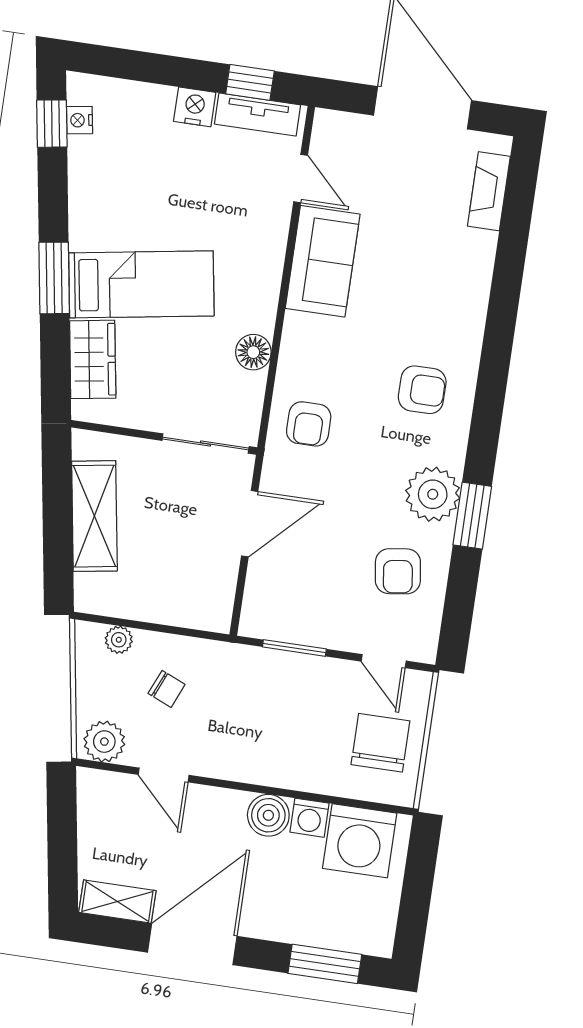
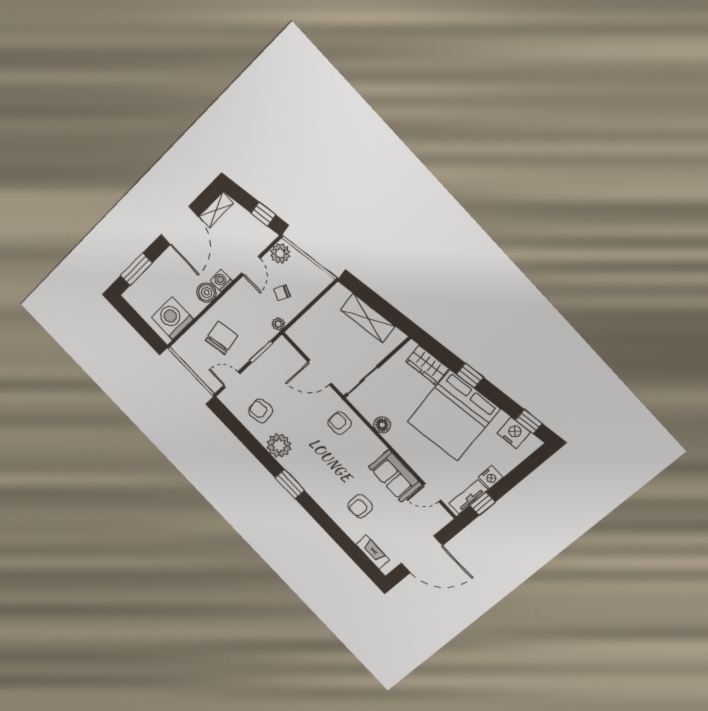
nightstand: (80, 120) -> (514, 433), width x1.89, depth x1.79
window: (54, 278) -> (470, 376), width x0.67
bed: (141, 284) -> (454, 415), width x2.04
armchair: (422, 390) -> (360, 506), moved
window: (472, 516) -> (290, 484), moved
door: (250, 524) -> (320, 373), hinge flipped
plant: (119, 640) -> (278, 324), moved
chair: (380, 743) -> (222, 338), moved, turned -101
door: (164, 775) -> (251, 266), swing flipped
window: (62, 818) -> (263, 214), added
washing machine: (310, 818) -> (221, 281), moved

